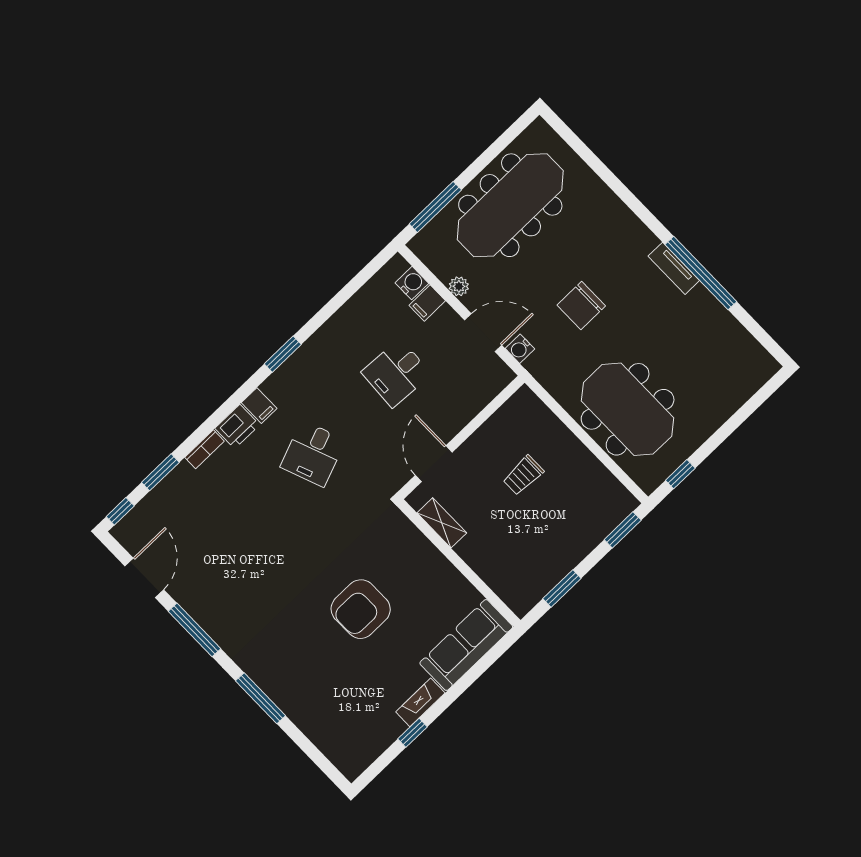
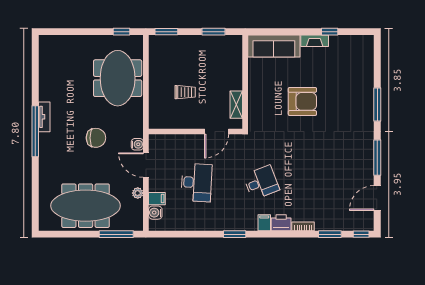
window: (701, 273) -> (35, 131), moved
desk: (396, 373) -> (196, 182), width x1.37

